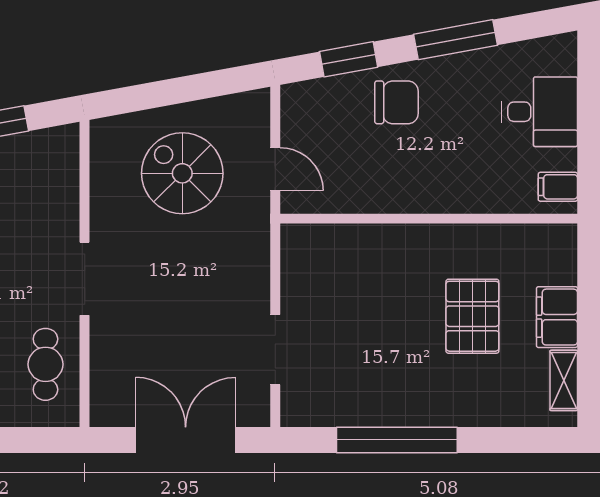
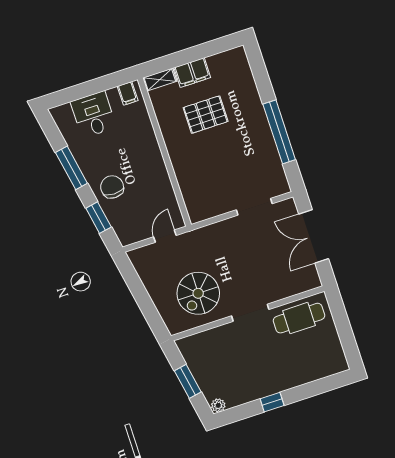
spiral stairs: (182, 173) -> (198, 293), moved
cafe table: (45, 364) -> (299, 318), width x1.37, depth x1.35
shelving: (564, 380) -> (160, 79), moved

